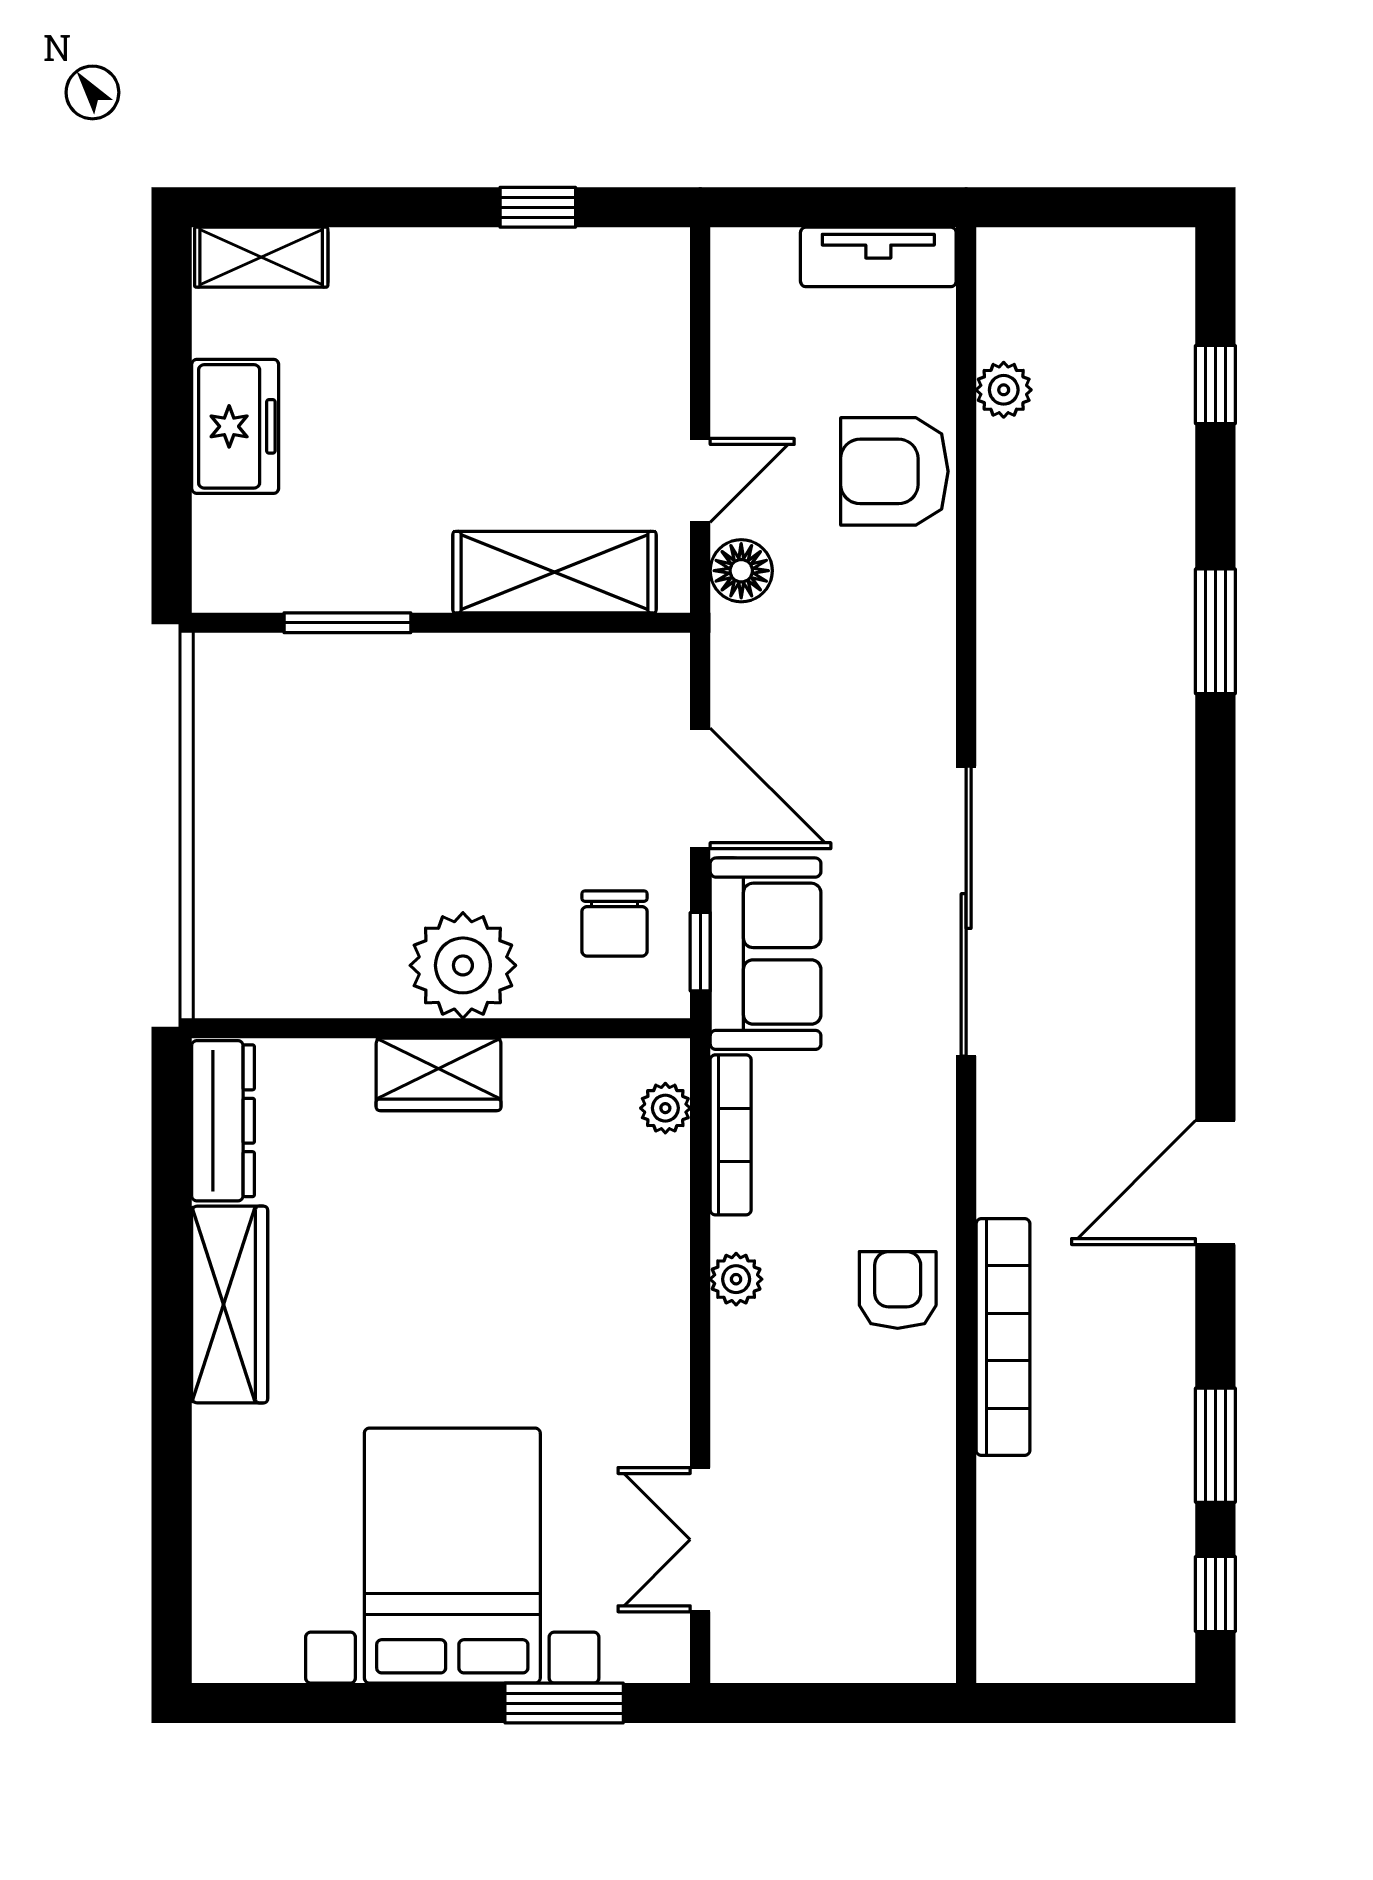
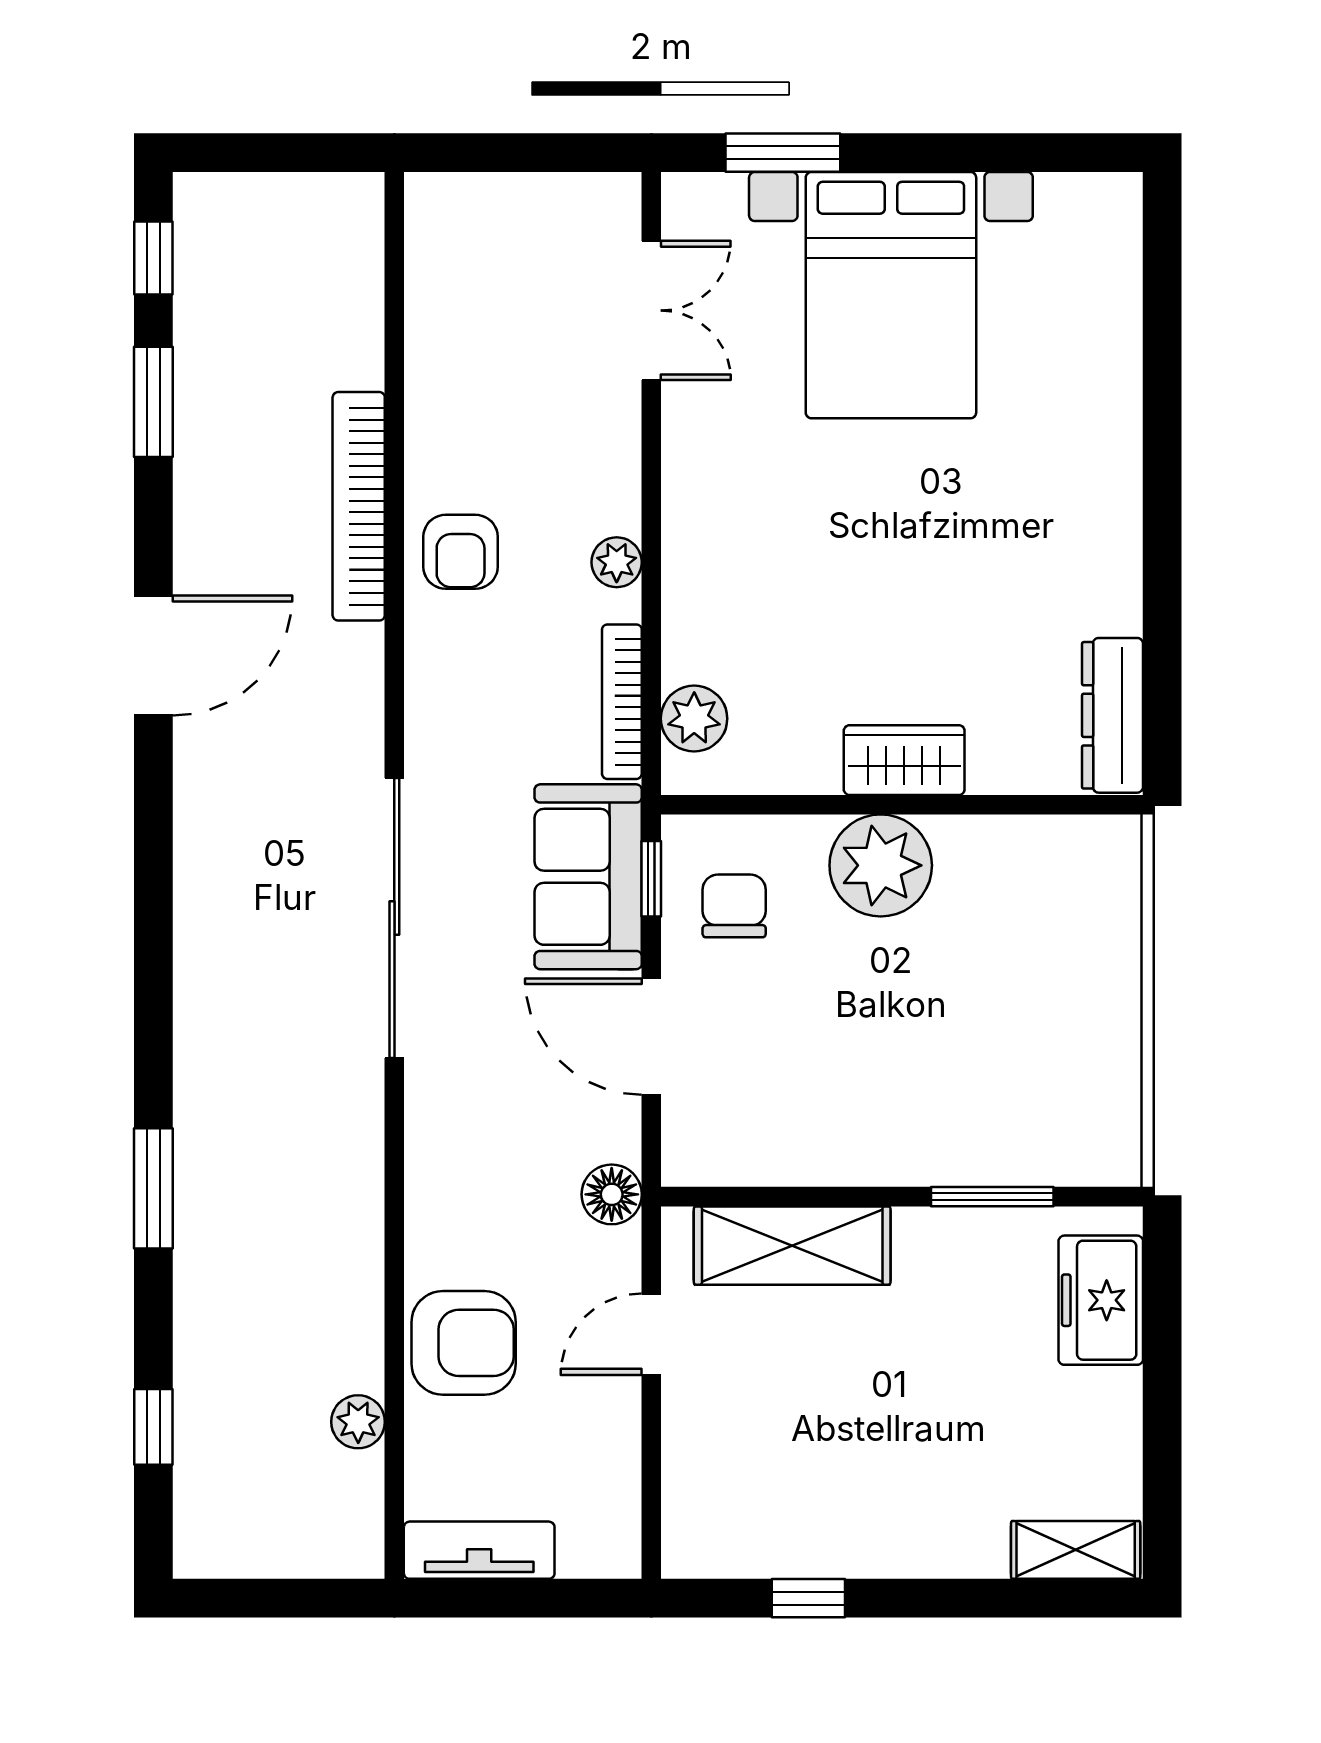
freezer: (235, 426) -> (1101, 1300), moved
floor lamp: (741, 571) -> (612, 1194), moved
plant: (665, 1108) -> (694, 719), width x1.38, depth x1.38
wardrobe: (230, 1305) -> (1106, 538), removed

